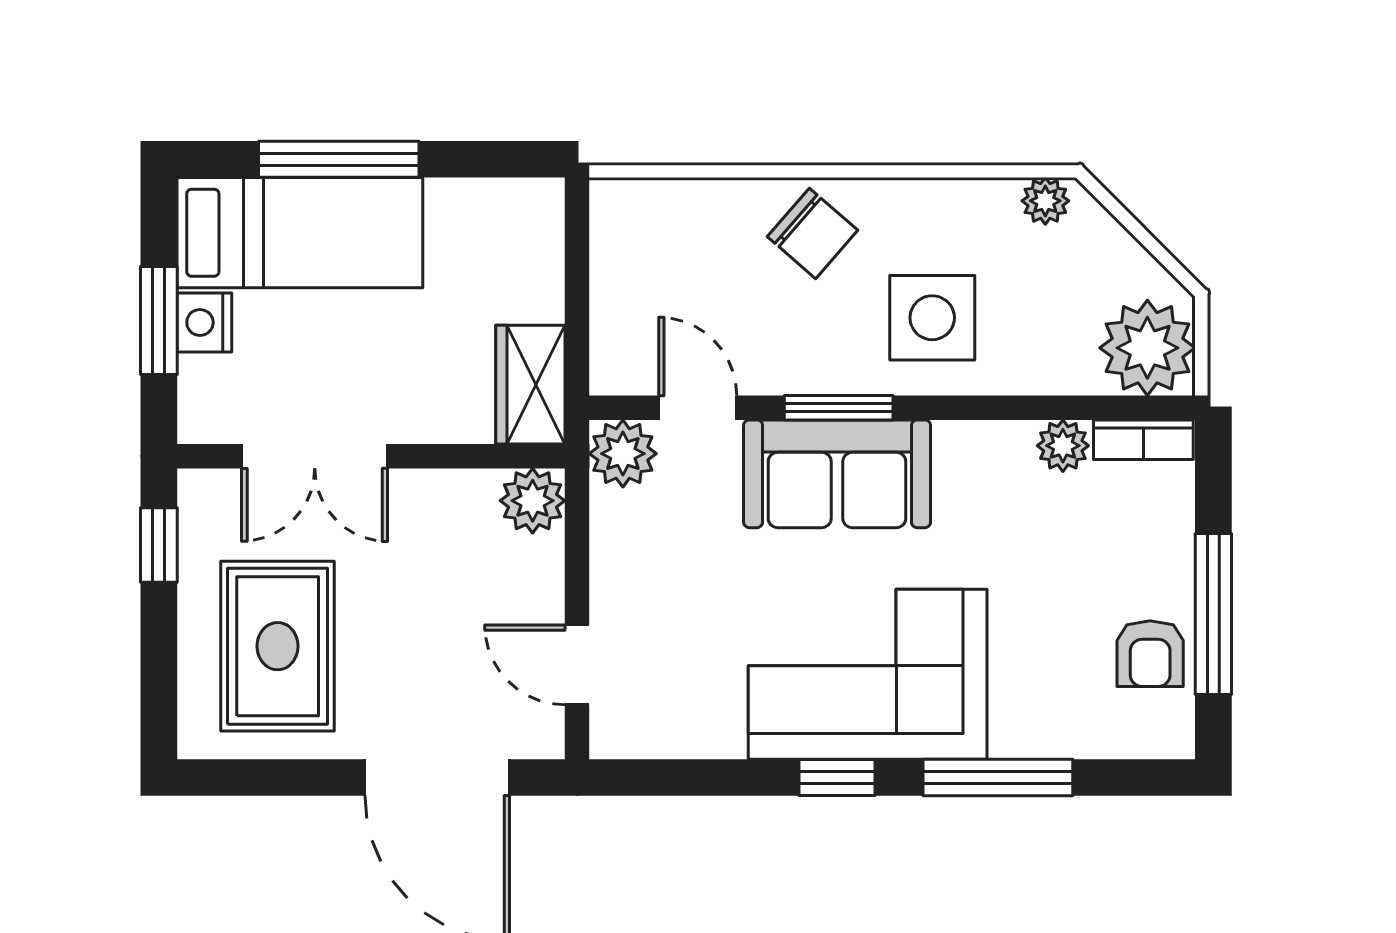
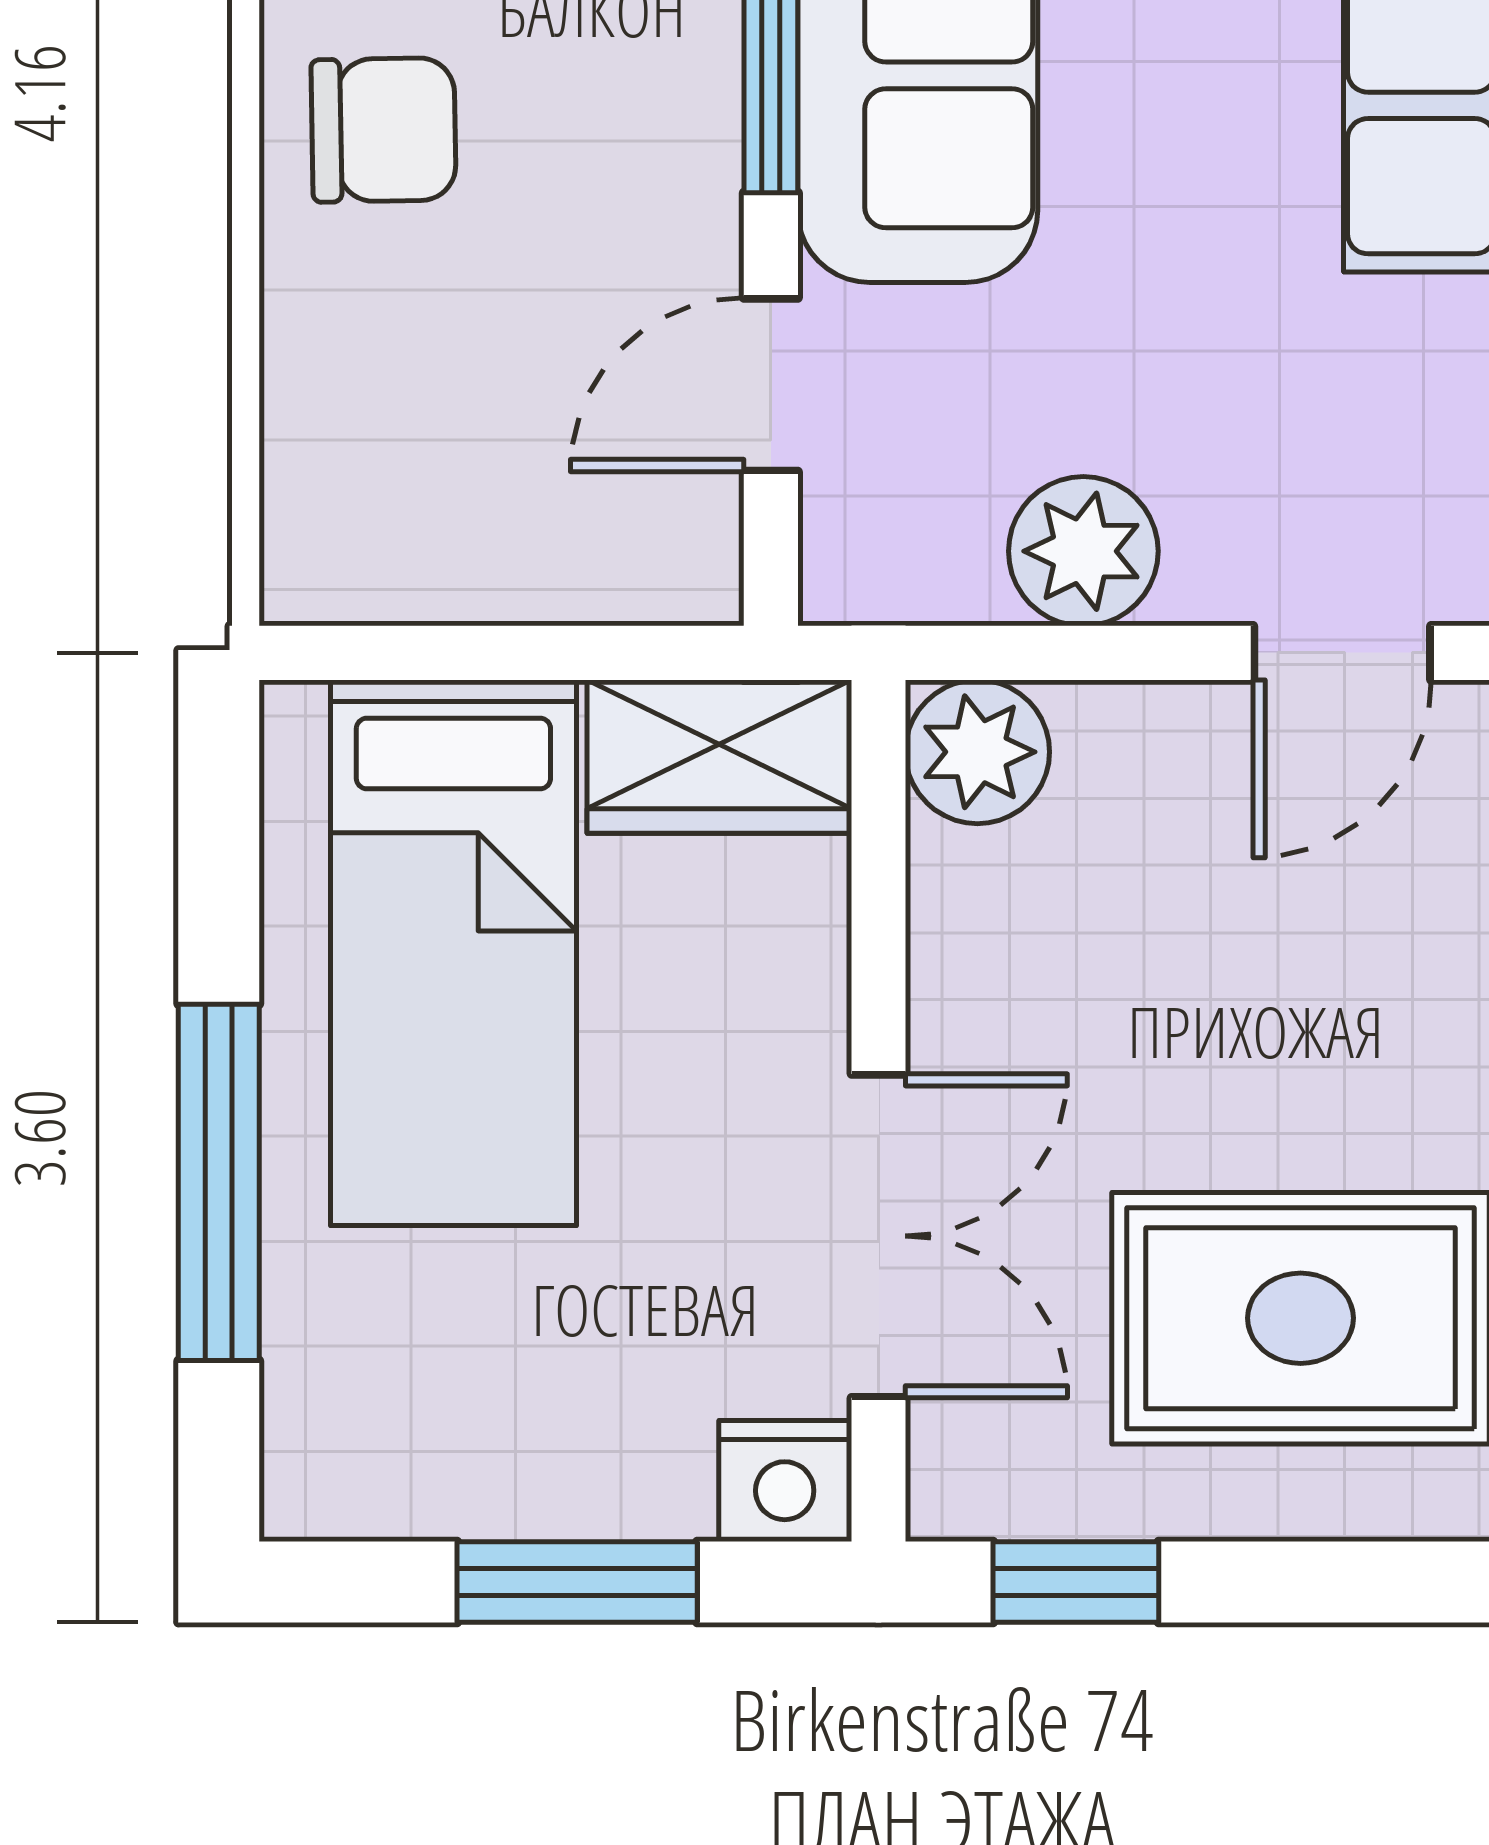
bed: (300, 233) -> (453, 953), moved, turned 180
chair: (812, 233) -> (384, 130), turned 48
nightstand: (204, 322) -> (785, 1481), moved
plant: (623, 454) -> (1083, 551), moved

